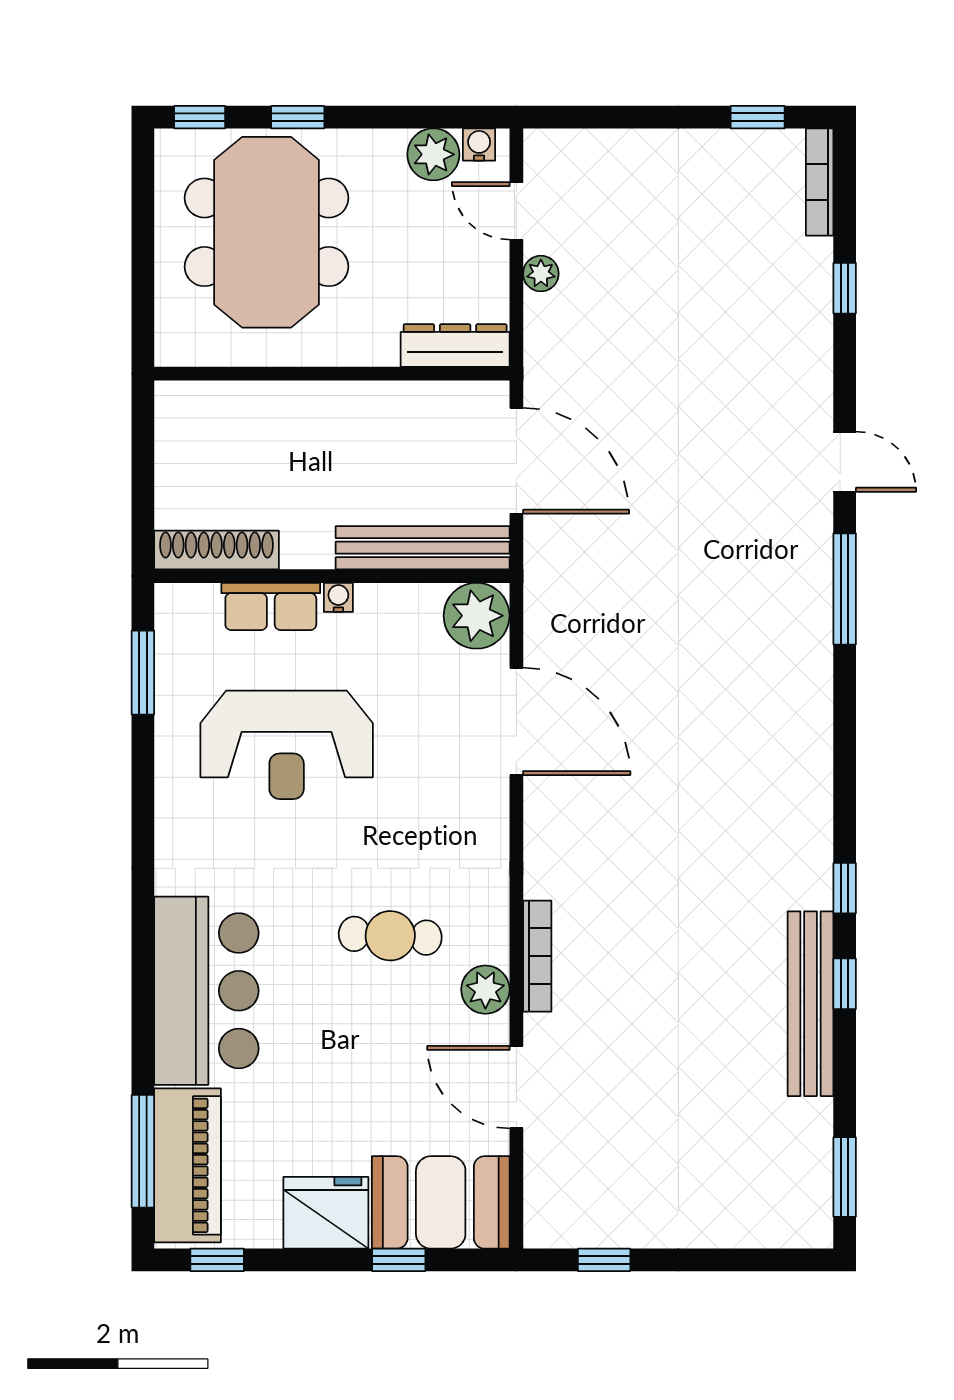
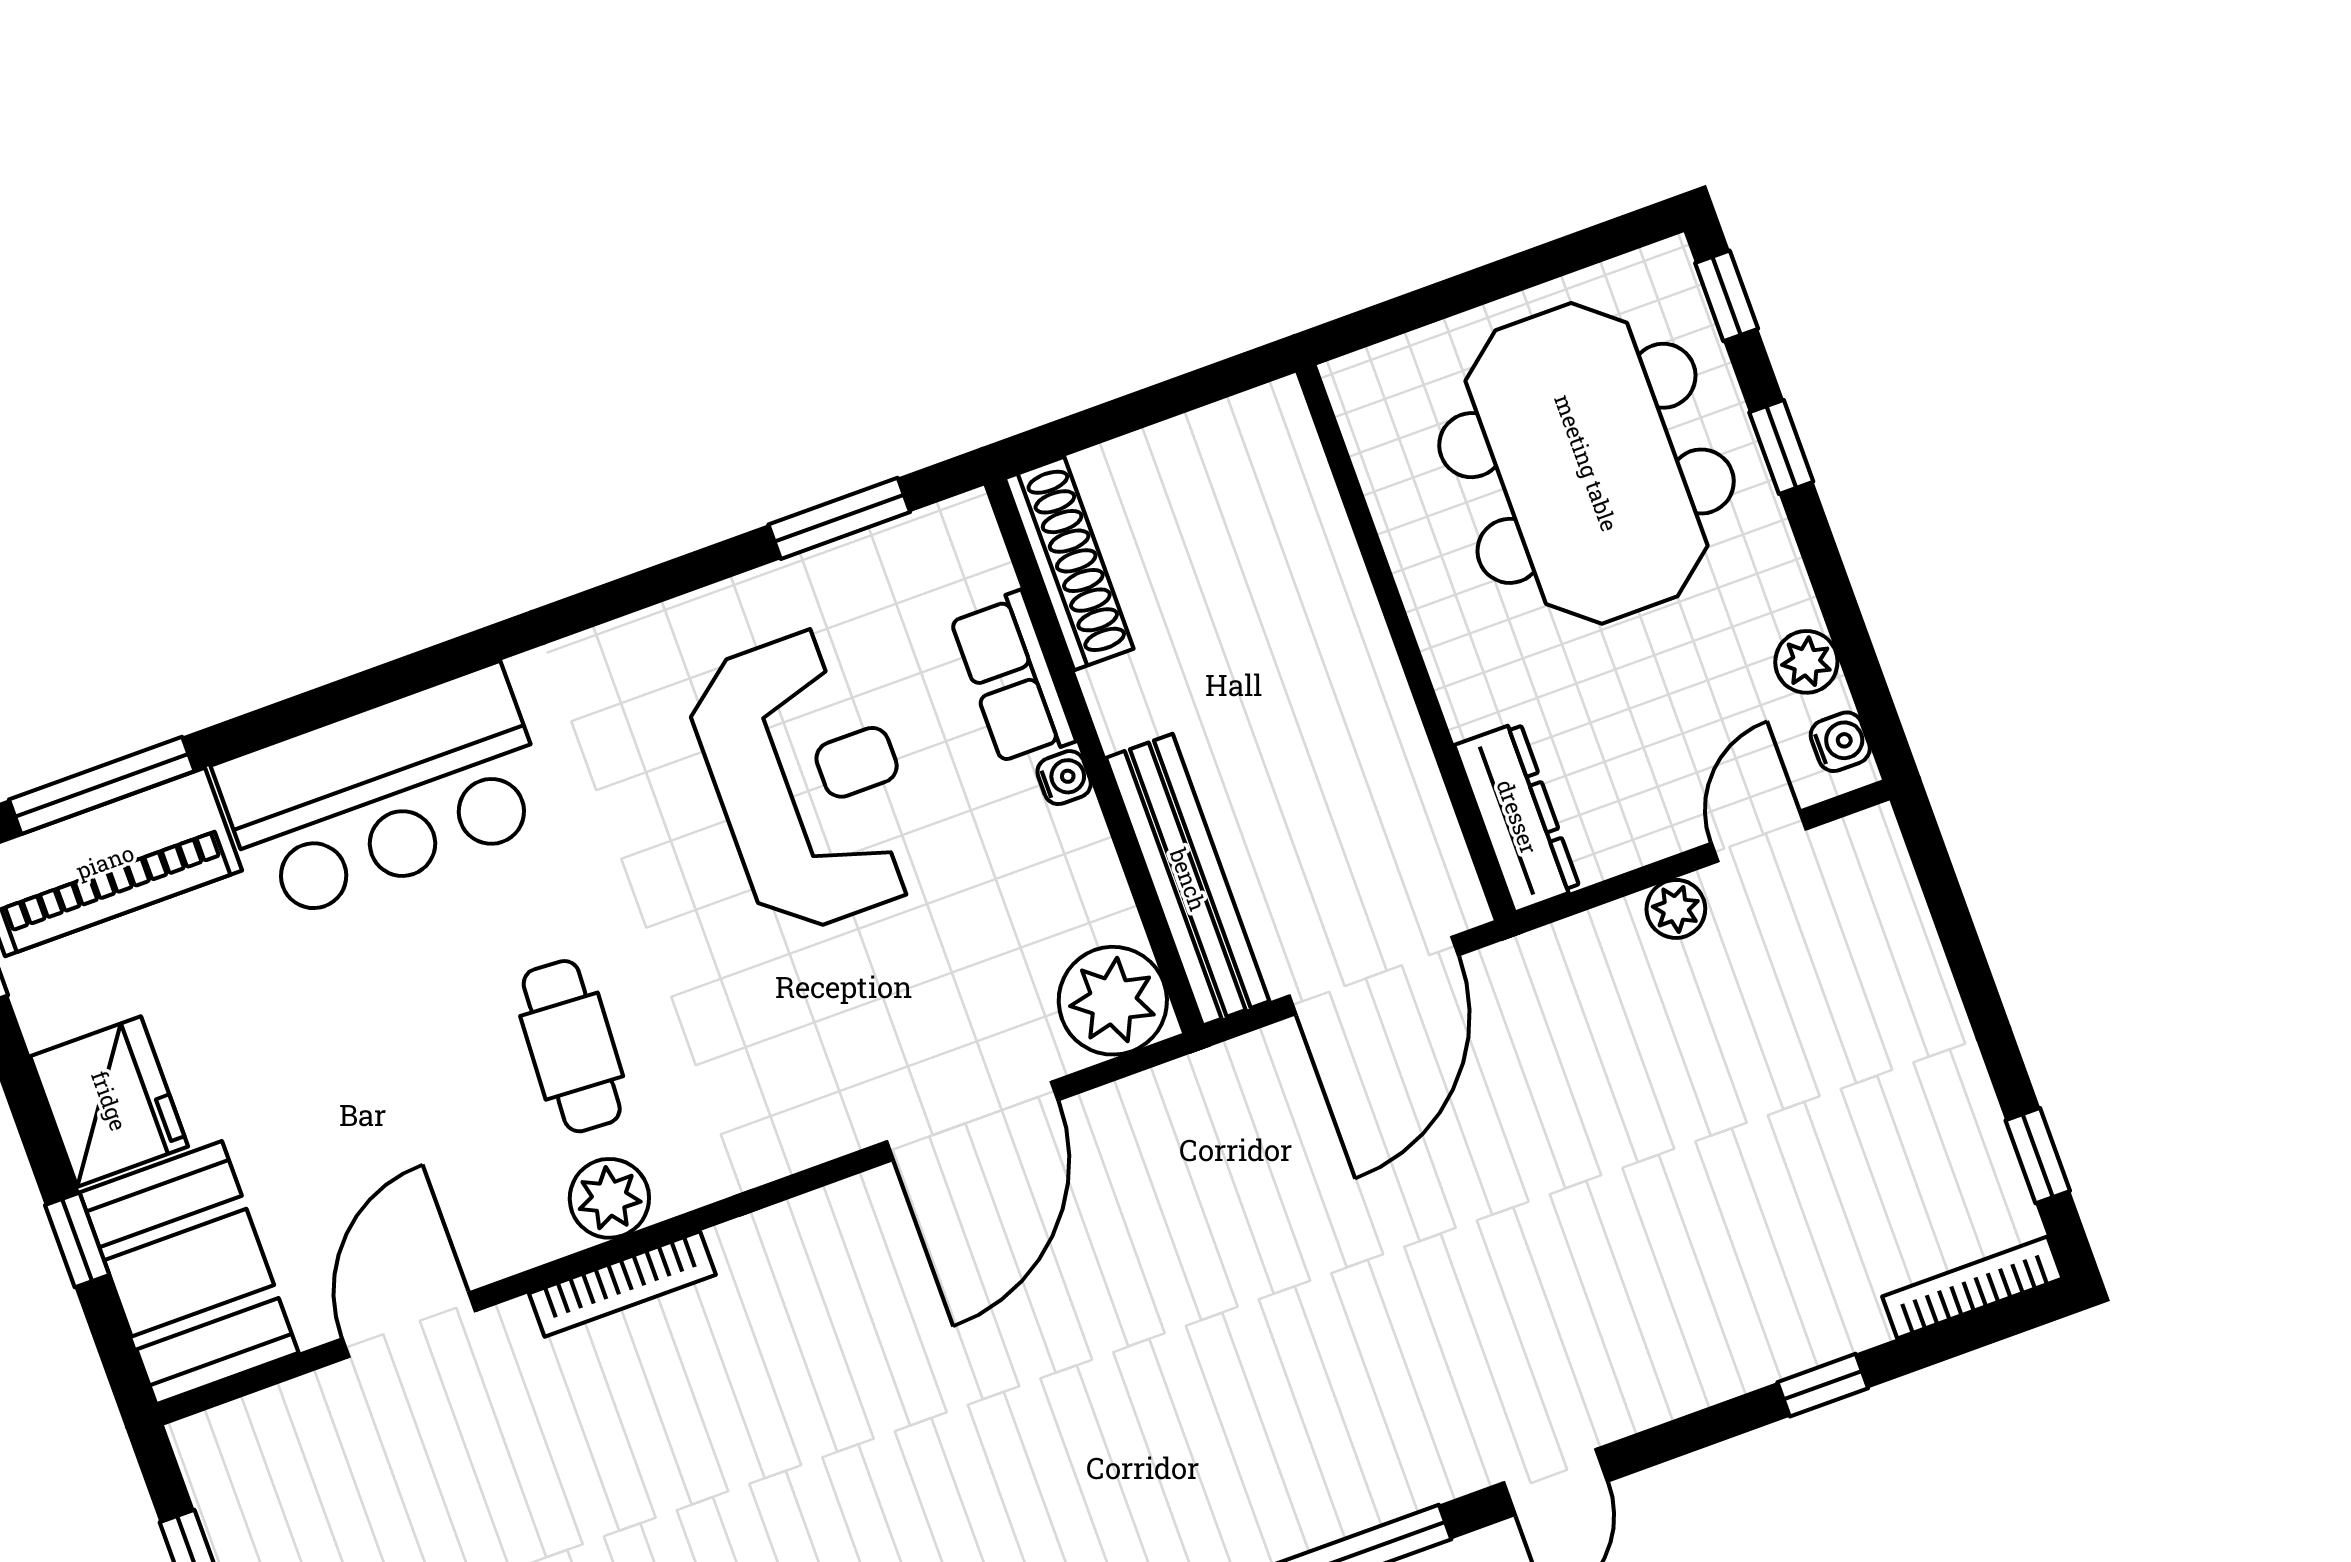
plant: (433, 154) -> (1806, 662), width x0.73, depth x0.73
meeting table: (267, 232) -> (1586, 463), turned 90
reception desk: (287, 745) -> (808, 780), turned 180
plant: (485, 990) -> (609, 1198), moved

